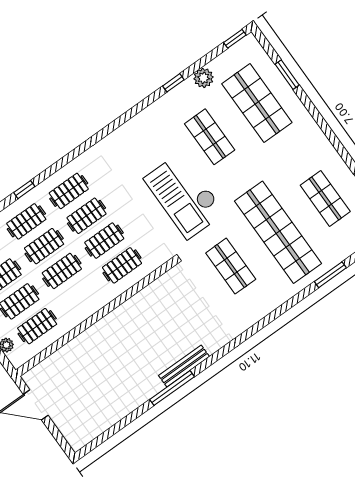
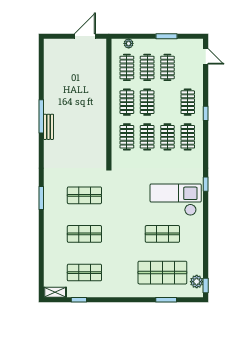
plant: (204, 78) -> (197, 282), moved
window: (173, 83) -> (206, 184), moved
checkout: (184, 196) -> (176, 200), moved
shop shelf: (278, 232) -> (84, 234), width x0.50, depth x0.74
clothes rail: (44, 246) -> (127, 102), moved
window: (330, 275) -> (41, 198), moved
bench: (184, 366) -> (48, 127), width x0.73

